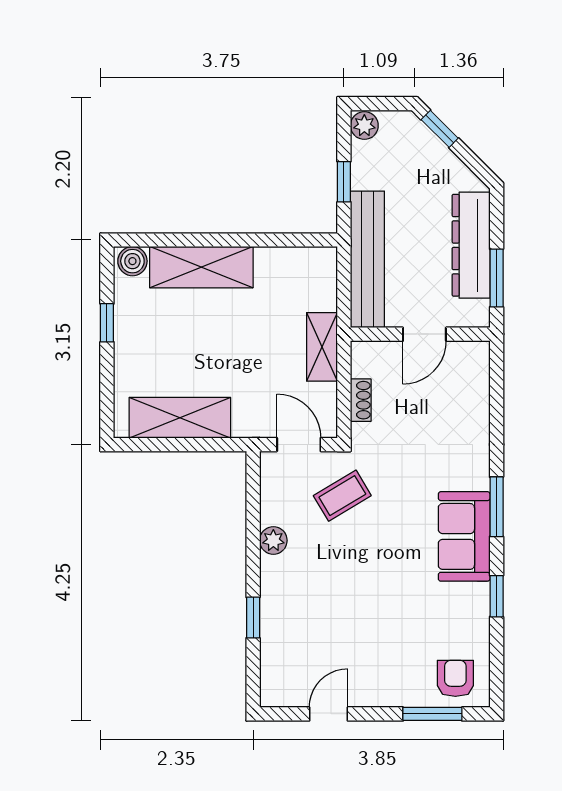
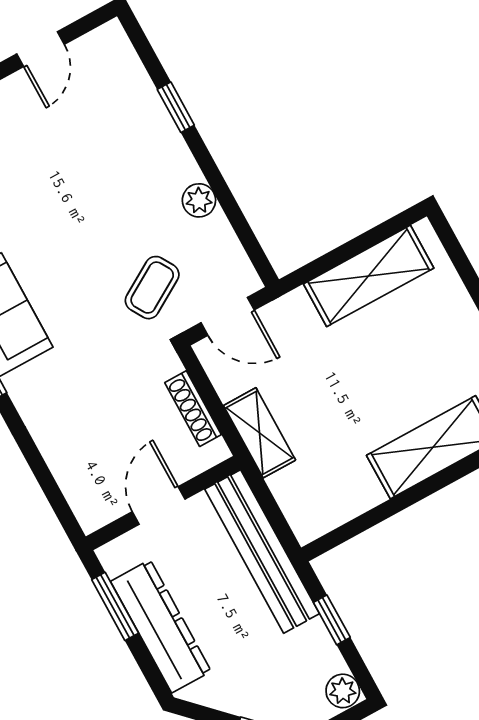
shoe rack: (361, 400) -> (193, 409), width x1.43

